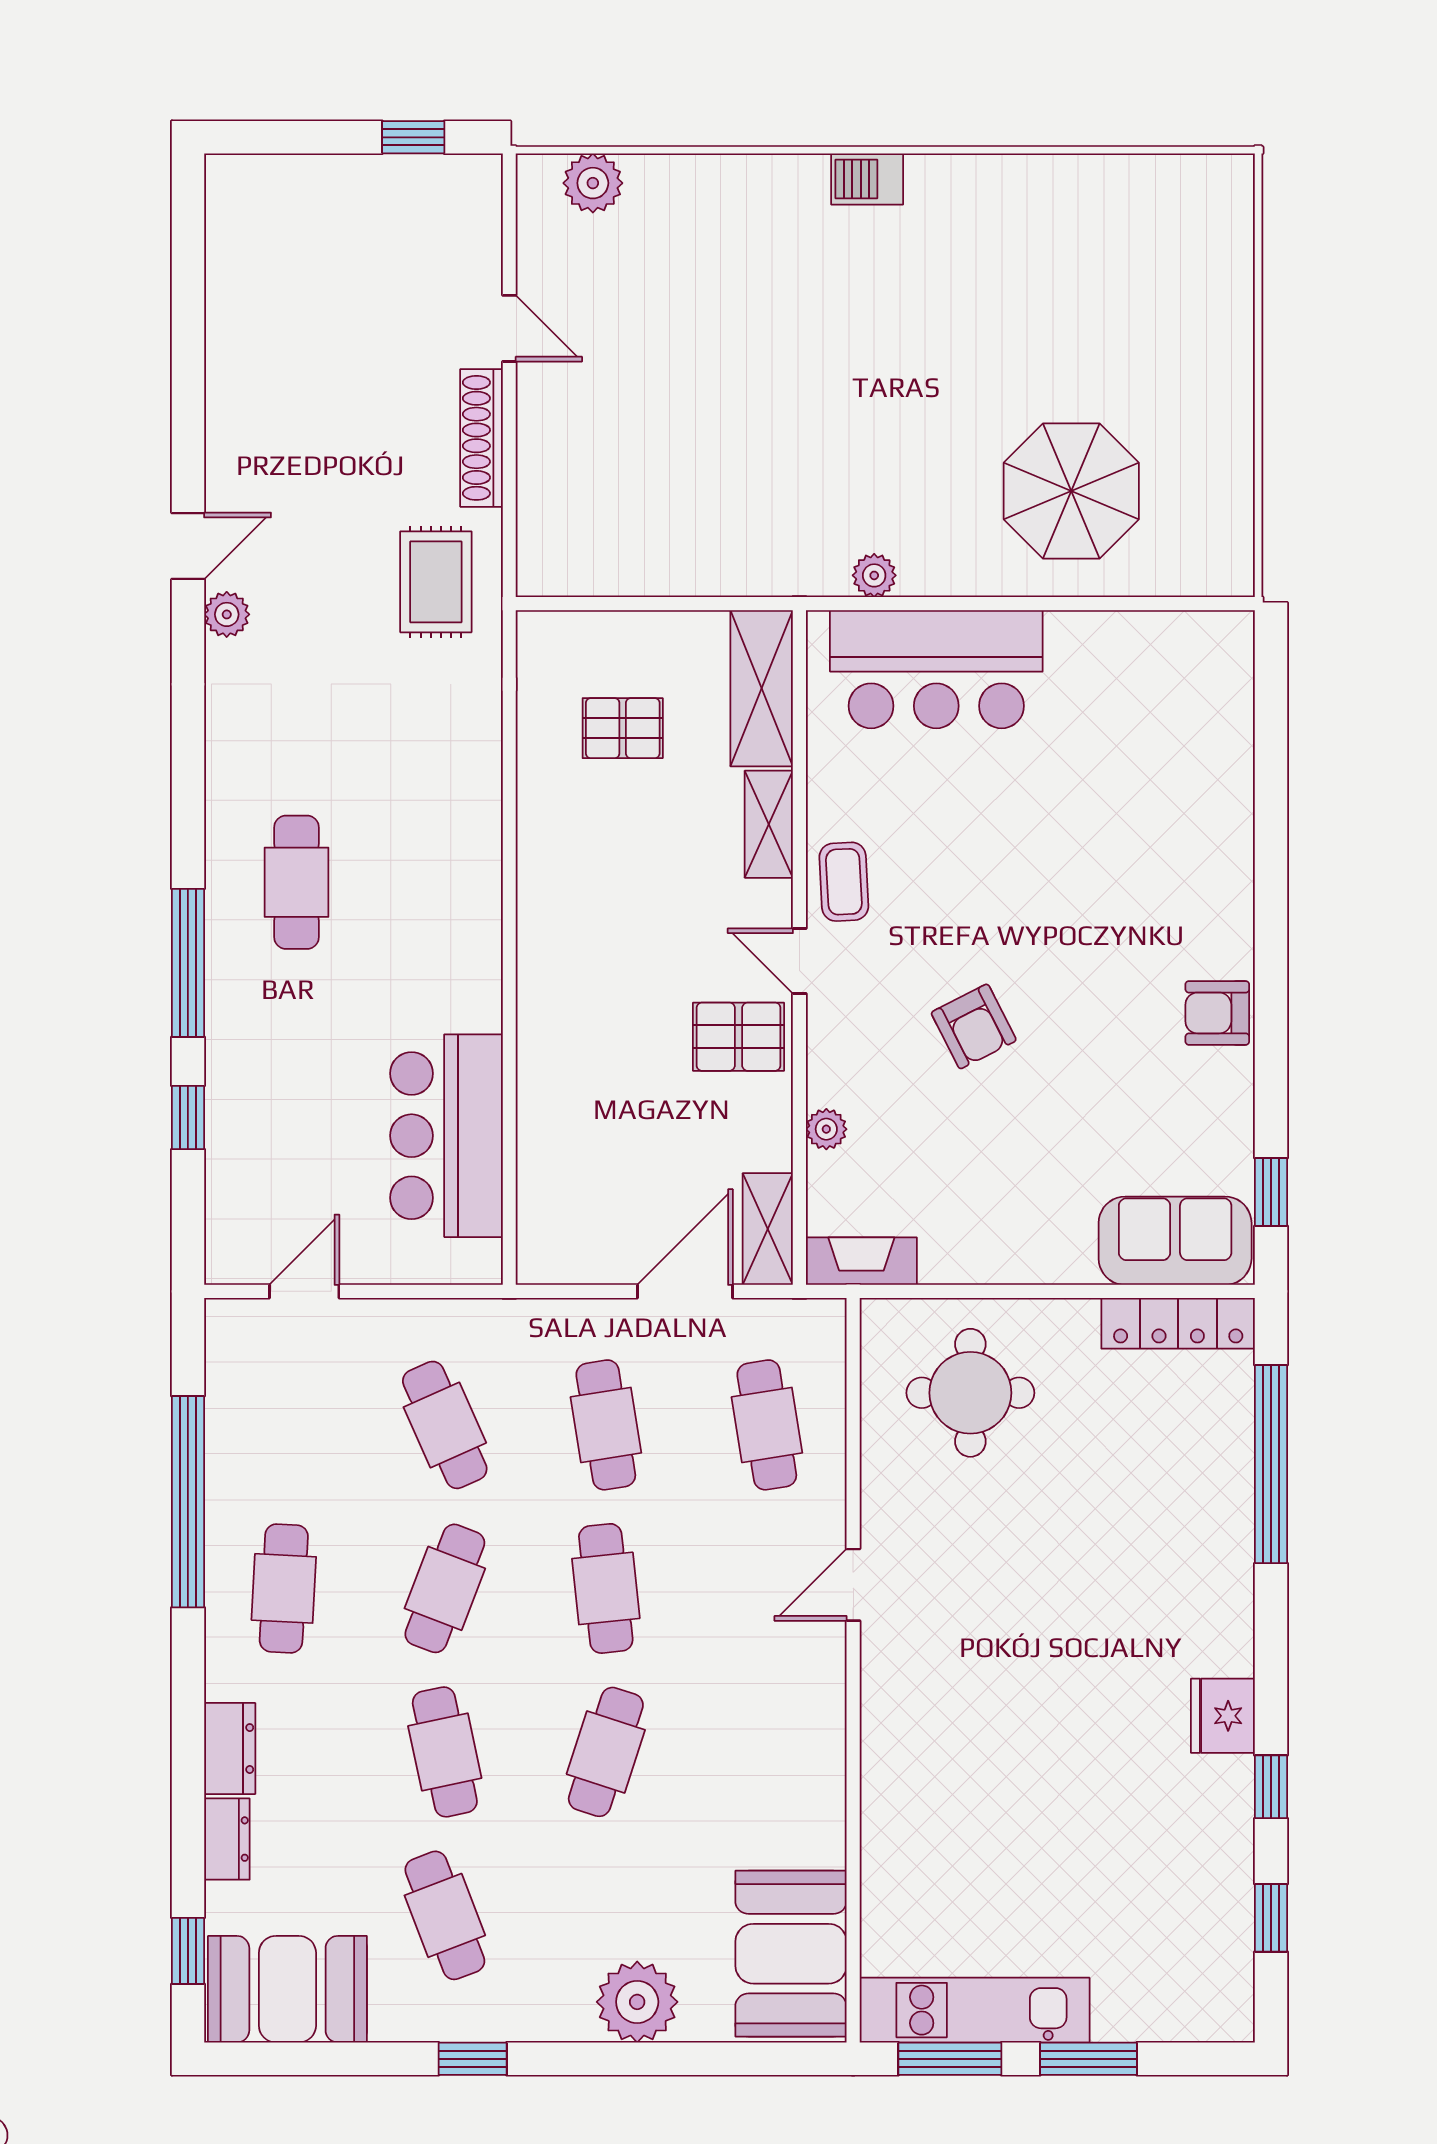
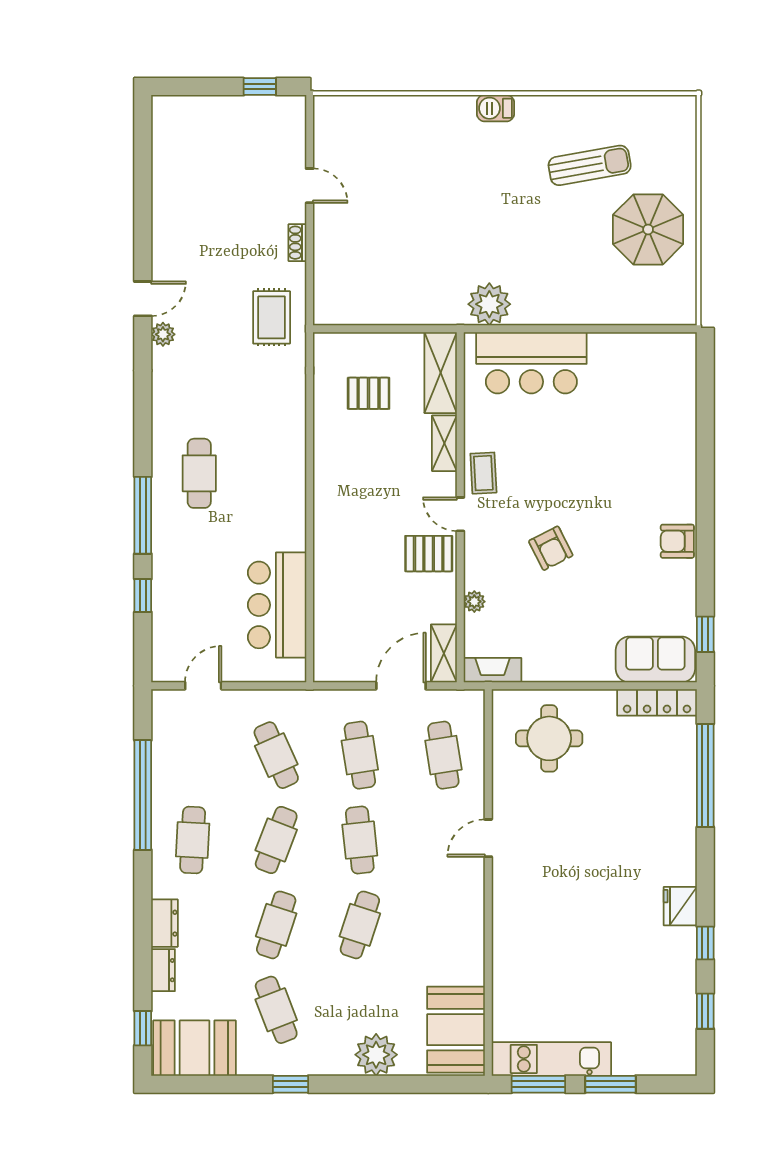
plant: (593, 183) -> (353, 110), removed
sun lounger: (1048, 289) -> (590, 165), added
shoe rack: (481, 438) -> (297, 243), width x0.51, depth x0.81
parasol: (1071, 491) -> (648, 229), moved
plant: (874, 575) -> (489, 304), width x1.87, depth x1.87
cafe table: (445, 1752) -> (276, 925), turned 30

